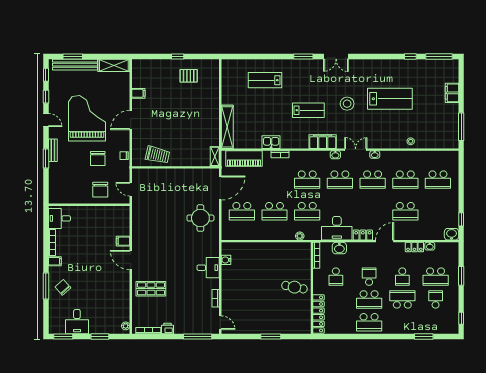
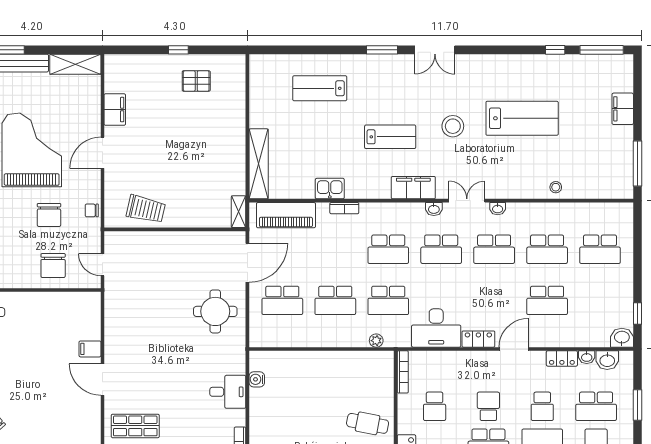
filing cabinet: (138, 93) -> (115, 110), width x2.00
washbasin: (339, 248) -> (607, 360), moved

